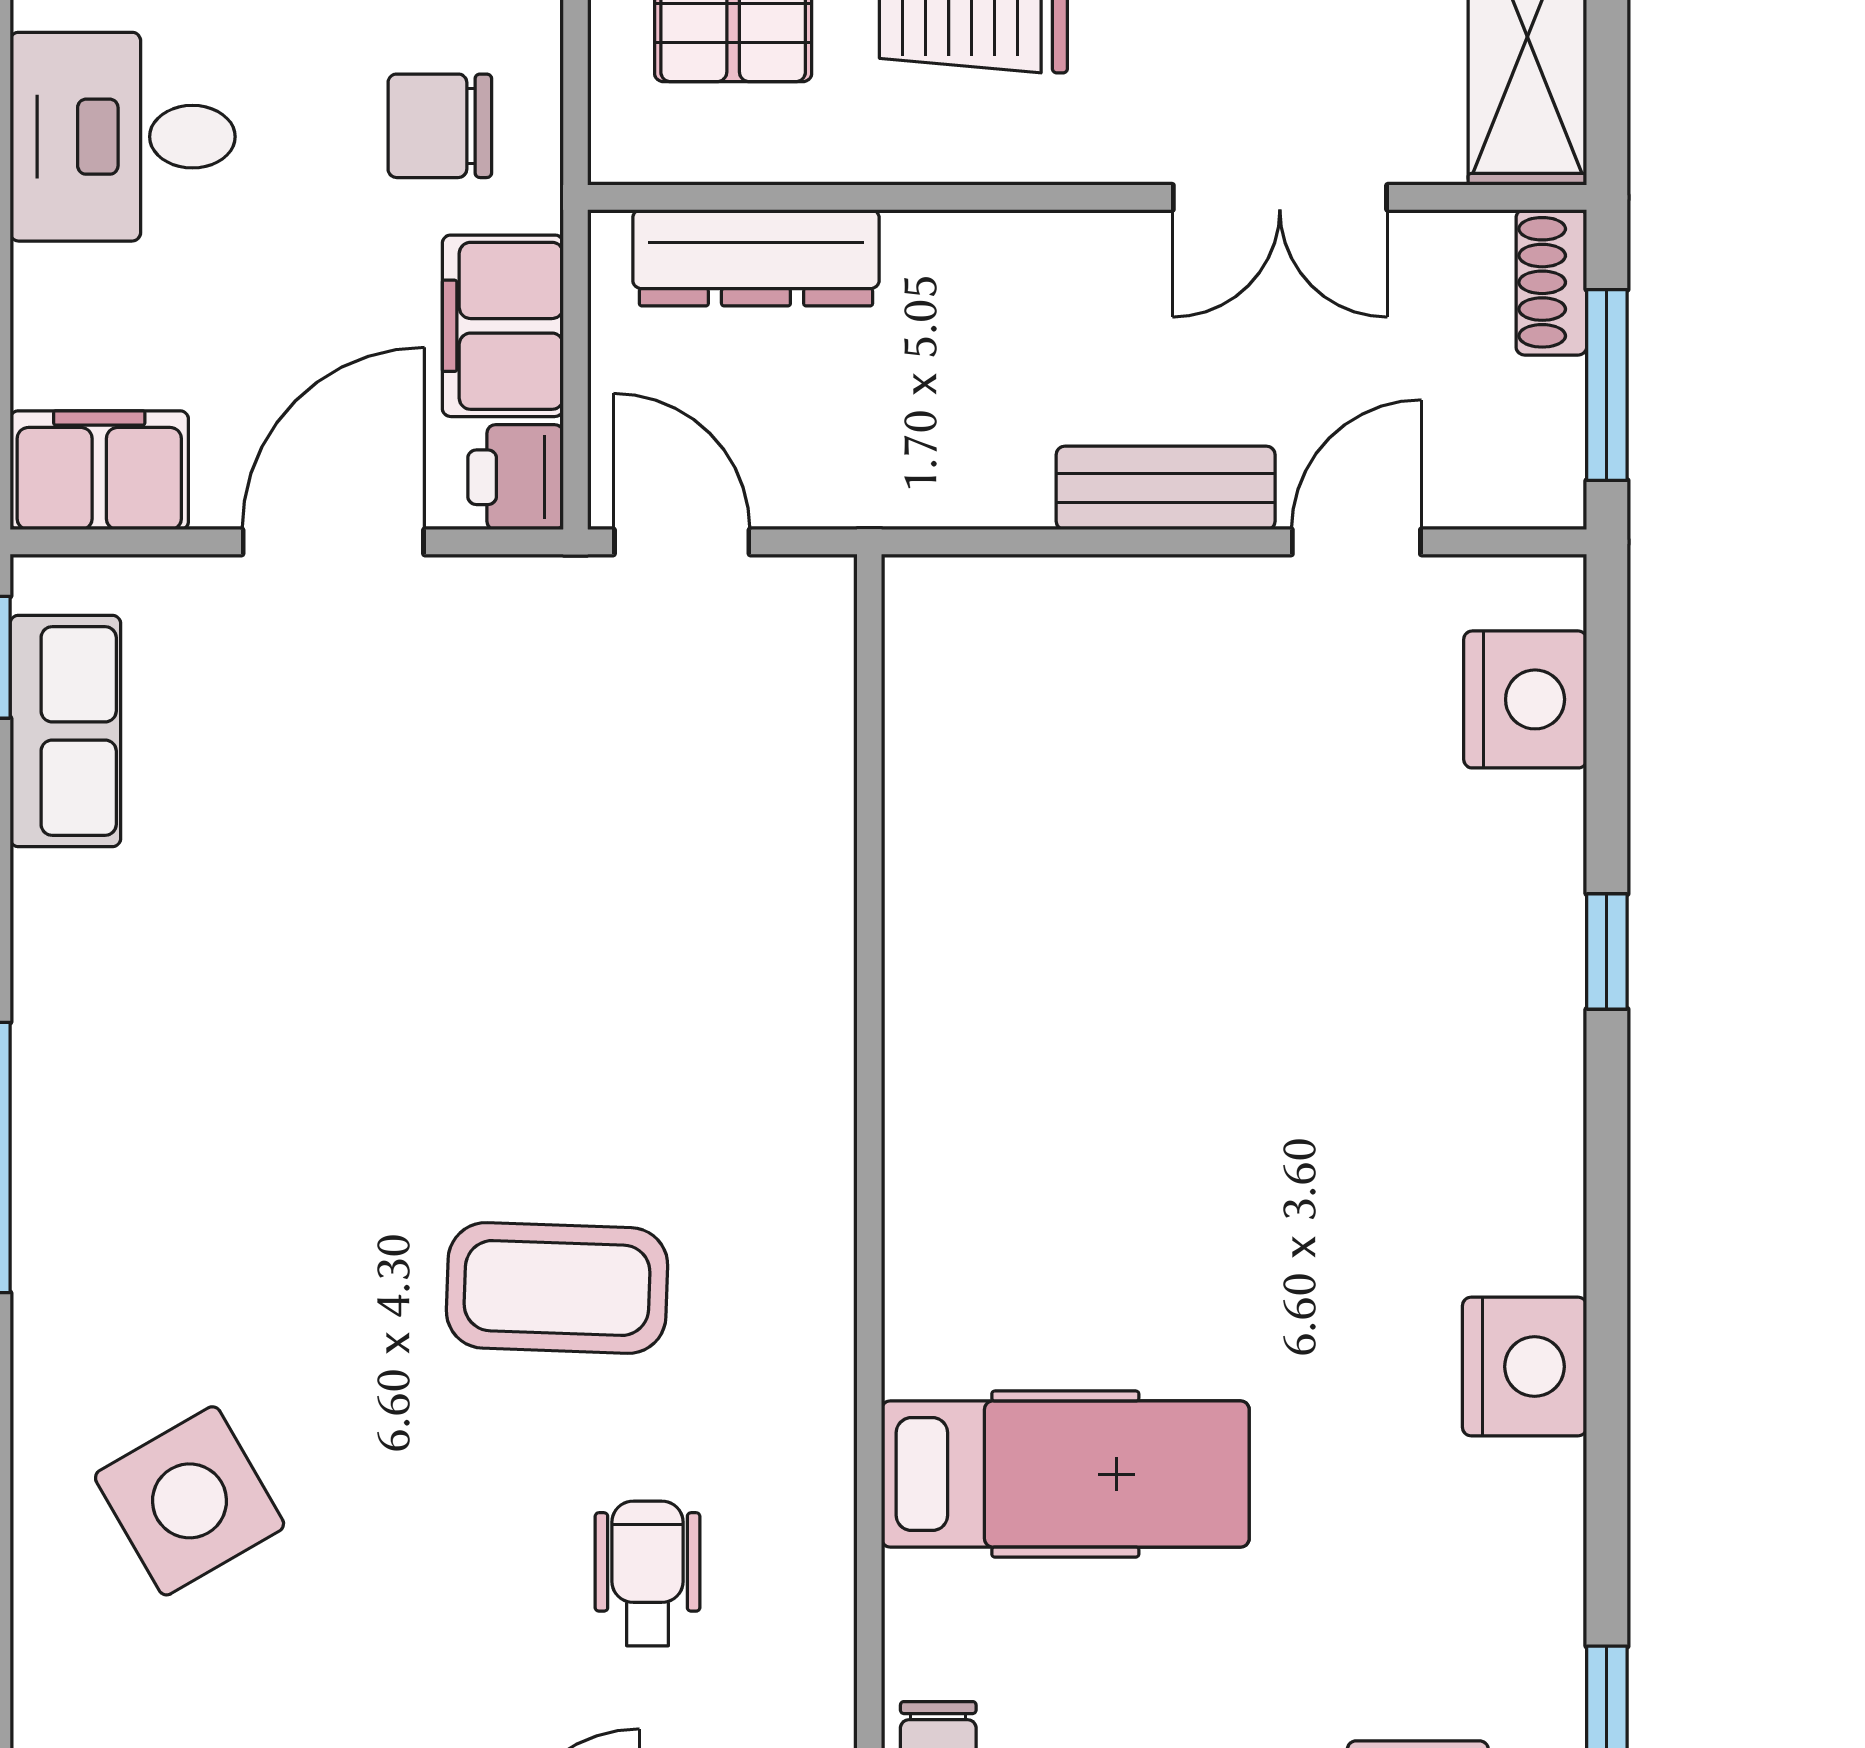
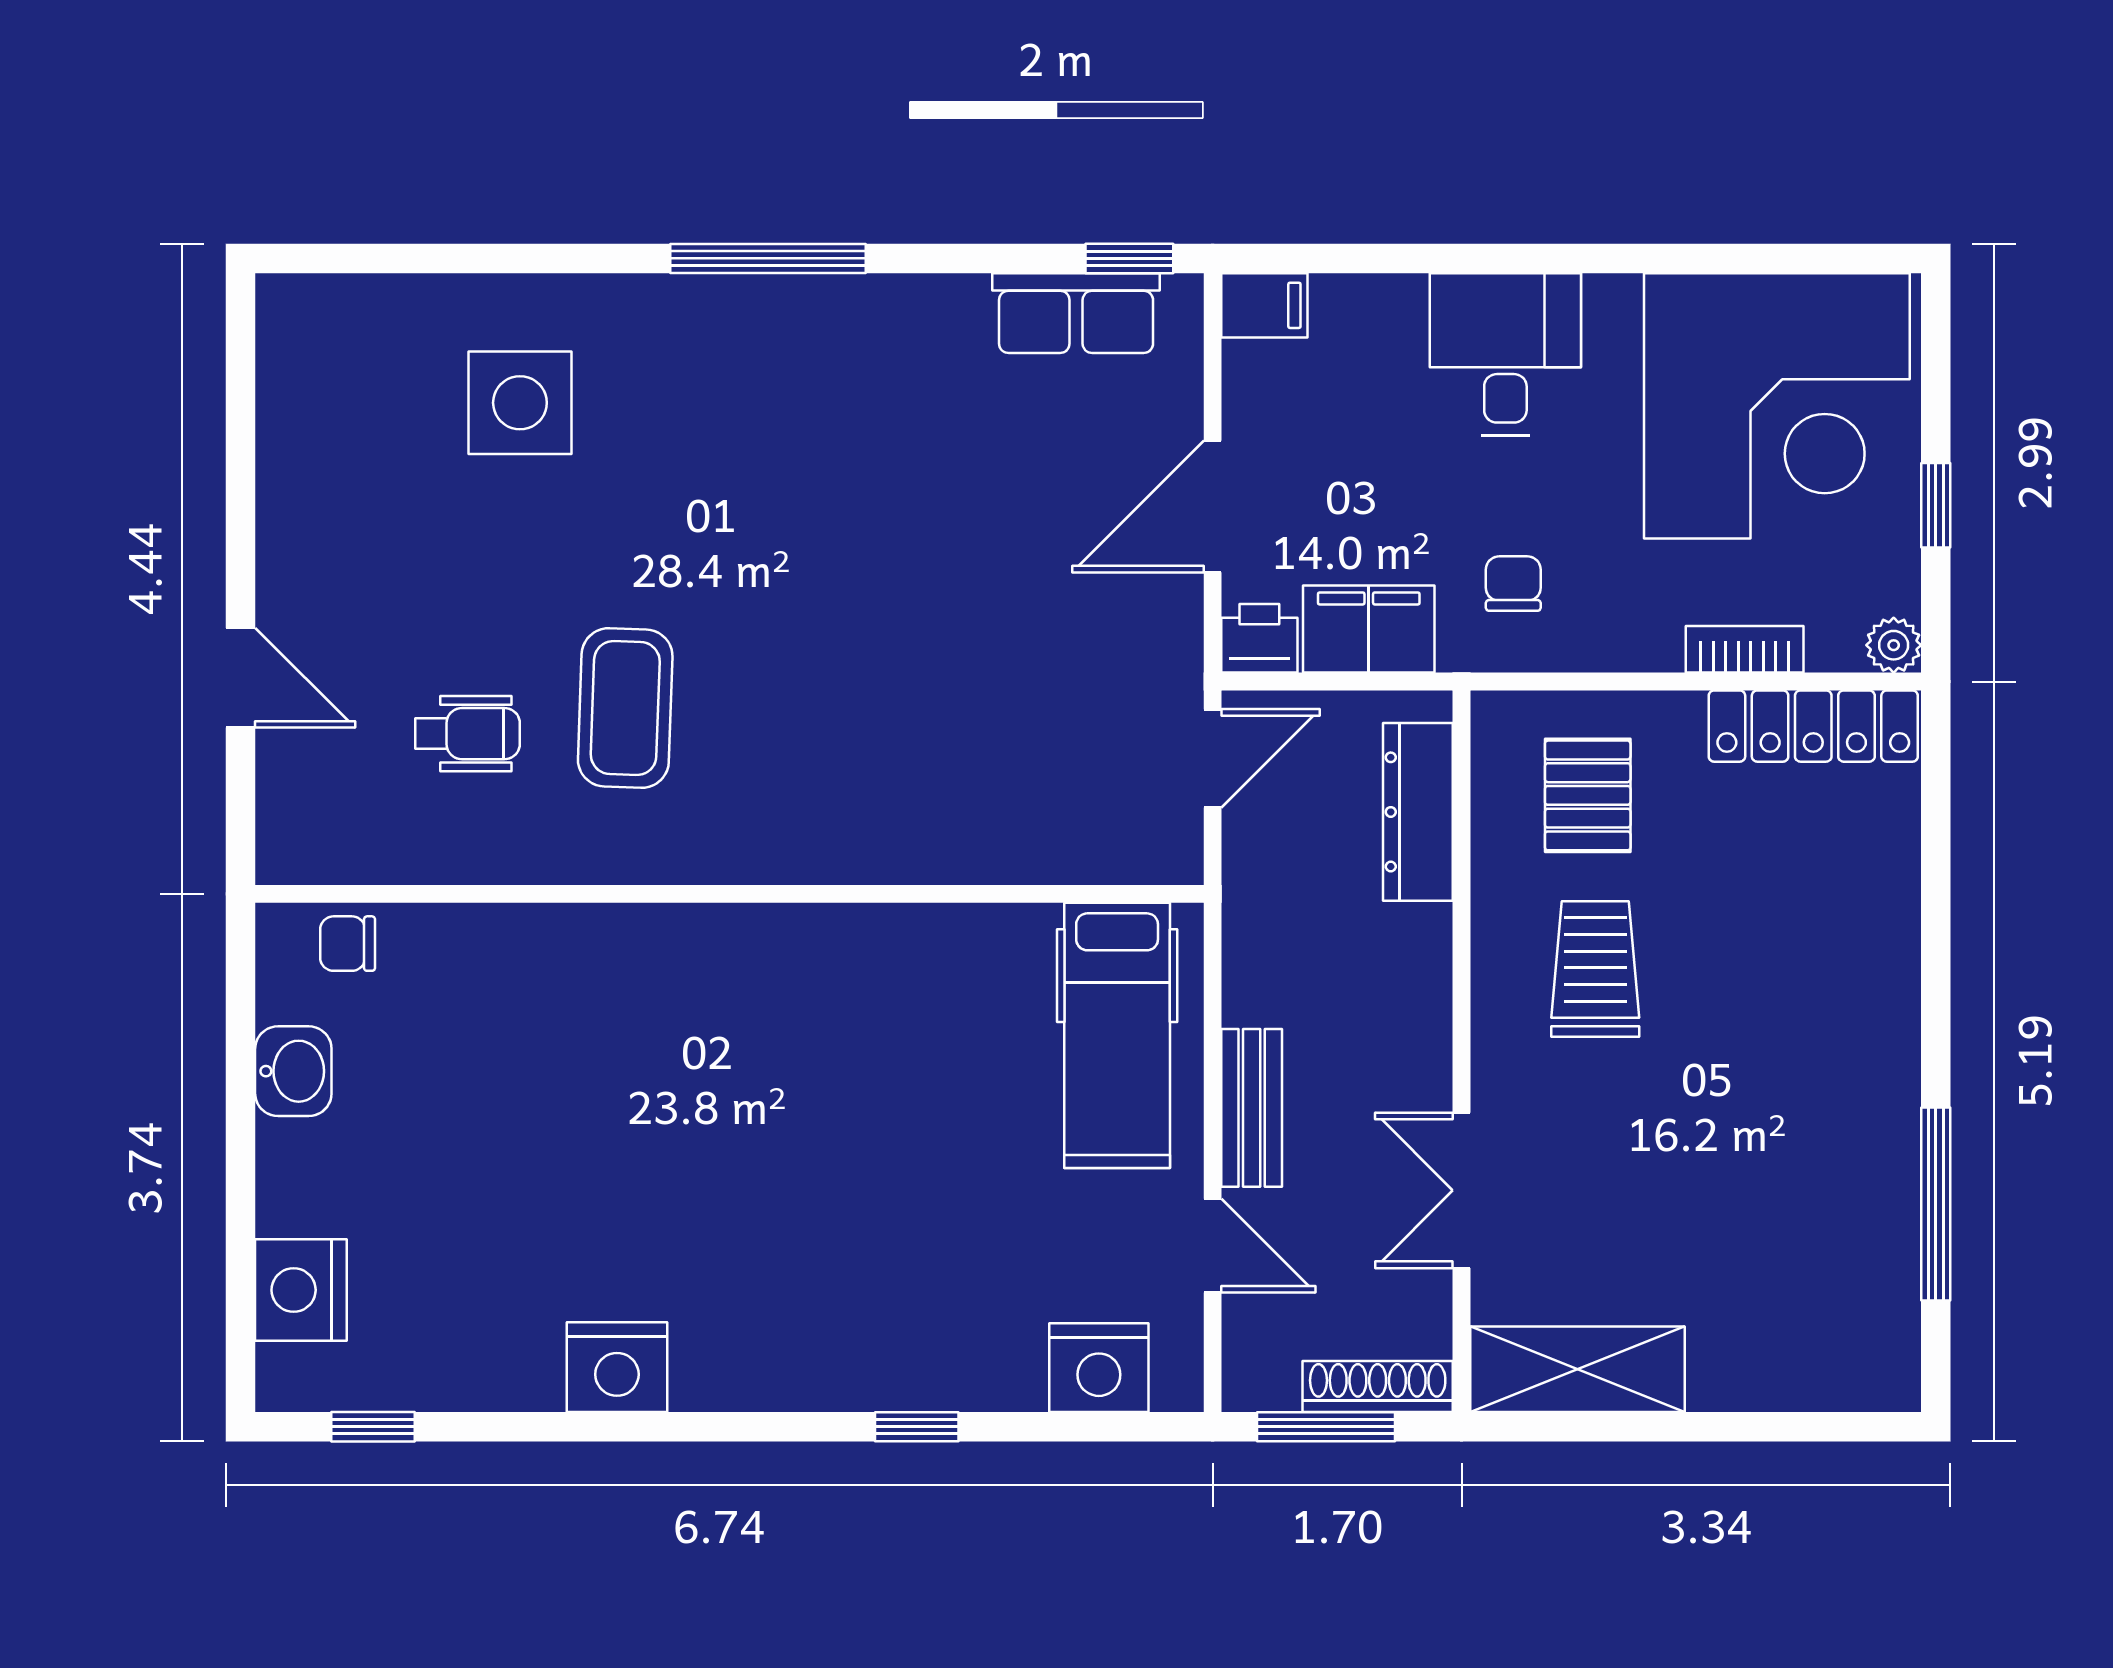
chair: (440, 126) -> (1513, 584), width x0.73, depth x0.73
shoe rack: (1551, 282) -> (1378, 1387), width x1.43
filing cabinet: (99, 470) -> (1264, 305), width x0.50
door: (333, 542) -> (1213, 507), swing flipped
coffee table: (557, 1288) -> (625, 708), moved
hospital bed: (1065, 1474) -> (1117, 1035), moved
side table: (190, 1501) -> (520, 403), turned 30

